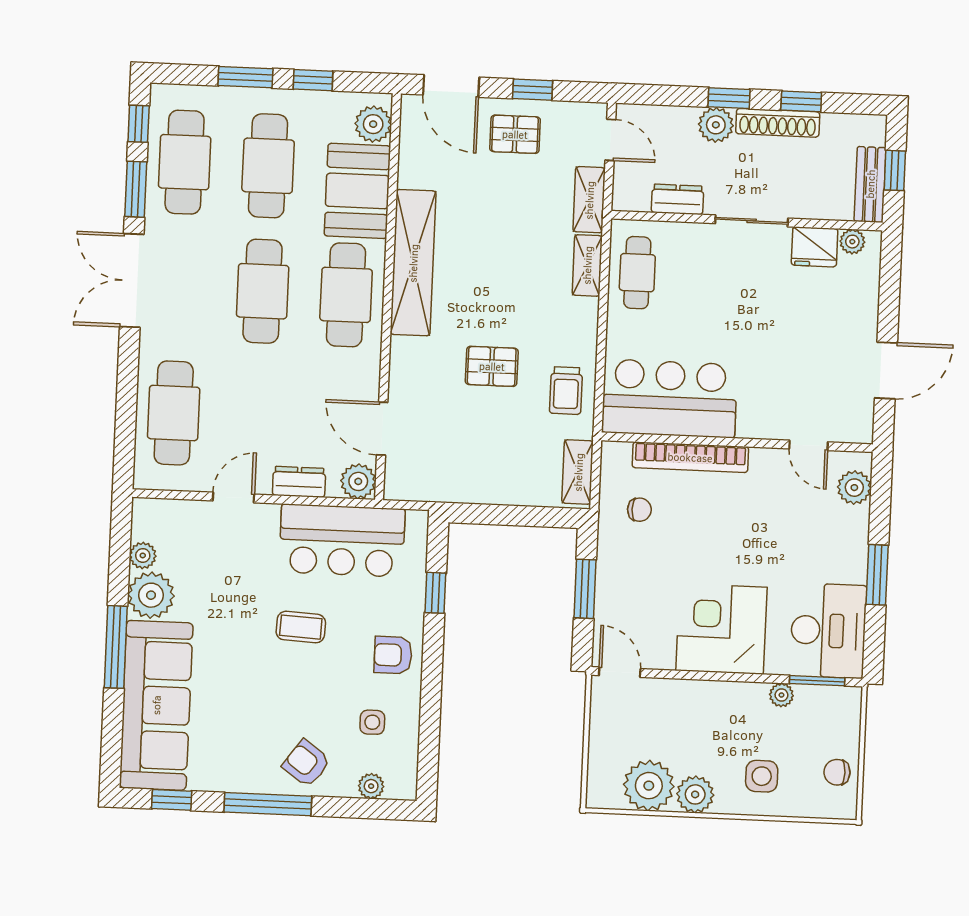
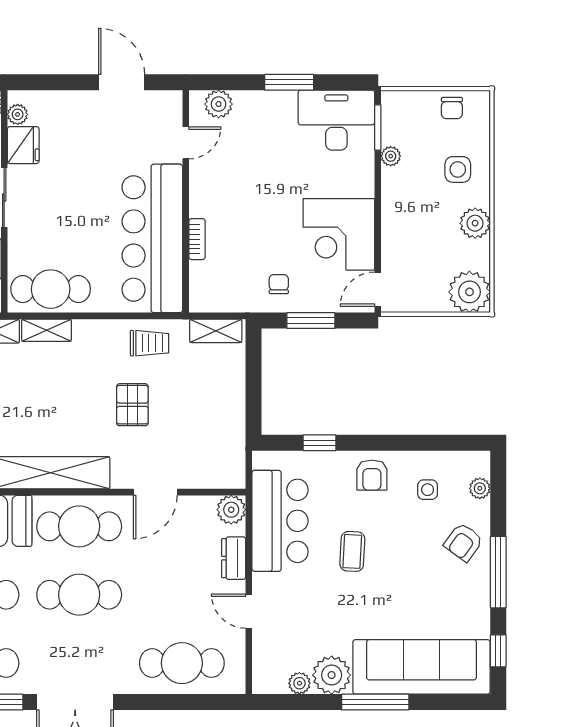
cafe table: (637, 273) -> (51, 289), width x1.37, depth x1.35
bar counter: (669, 398) -> (152, 238), width x1.36
door: (382, 429) -> (155, 492), moved
bookcase: (690, 457) -> (197, 239), width x0.43, depth x0.76
chair: (639, 510) -> (279, 284), moved
corner desk: (721, 629) -> (339, 234), moved
plant: (649, 786) -> (469, 292), moved

